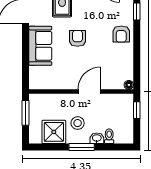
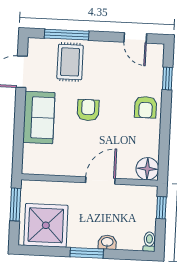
floor lamp: (129, 85) -> (147, 169), width x1.89, depth x1.89
stool: (78, 123) -> (83, 221), removed
shower: (54, 132) -> (46, 225), width x1.37, depth x1.37
toilet: (109, 136) -> (149, 242), moved

